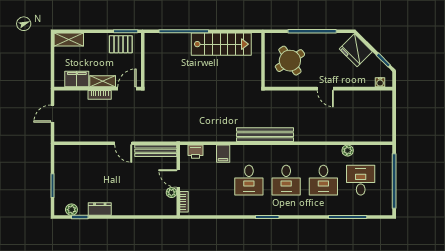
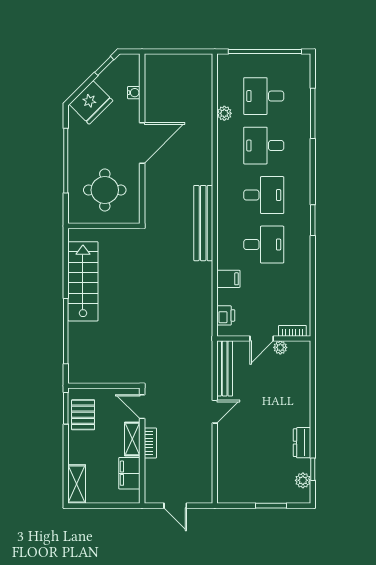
round table: (290, 61) -> (105, 190), turned 33
water cooler: (380, 82) -> (134, 93), moved
door: (325, 89) -> (142, 143), width x1.88
desk: (323, 180) -> (264, 146), turned 180

